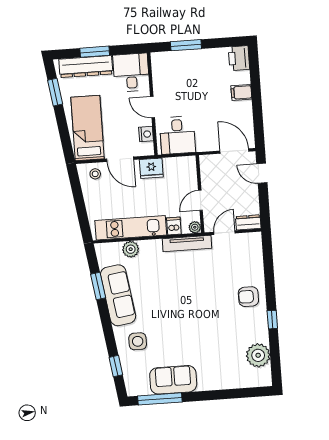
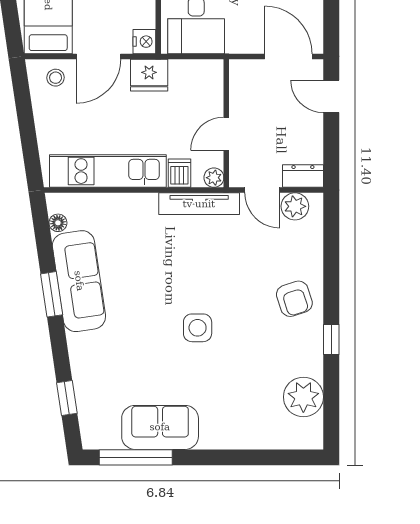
nightstand: (146, 134) -> (144, 42), moved
door: (120, 159) -> (99, 56), hinge flipped
door: (224, 233) -> (262, 190), swing flipped
plant: (131, 249) -> (295, 206), moved
floor lamp: (103, 261) -> (58, 223), added
window: (98, 286) -> (52, 294), moved
armchair: (248, 297) -> (294, 299), turned -108
side table: (138, 341) -> (198, 328), moved

